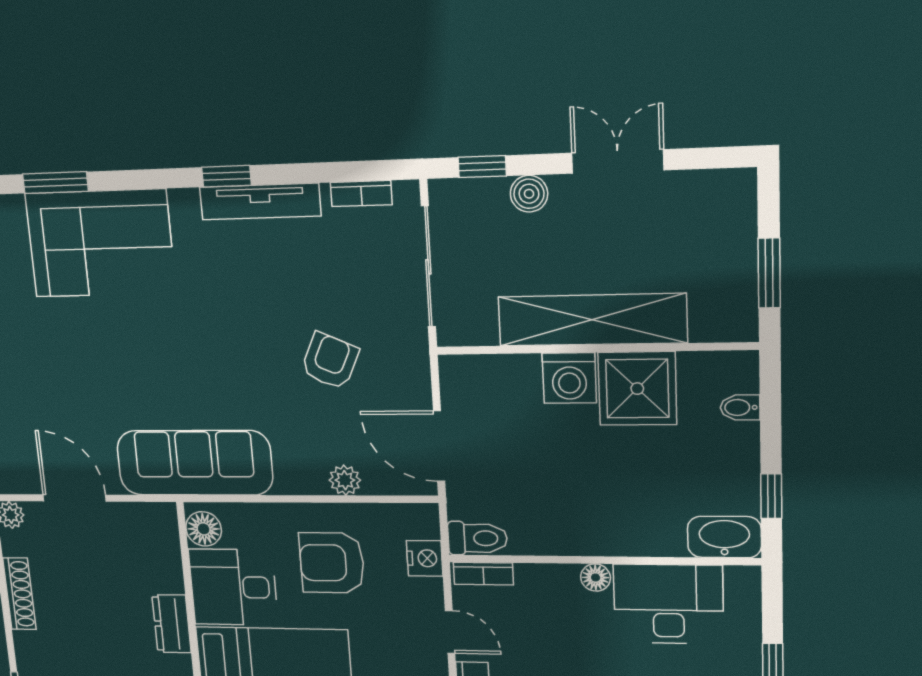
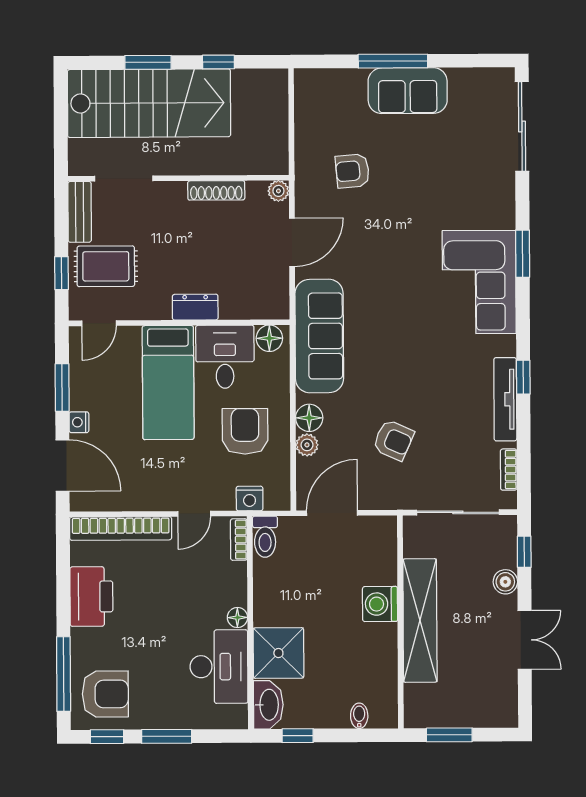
shower: (637, 389) -> (278, 653), moved
floor lamp: (307, 477) -> (309, 418), added

